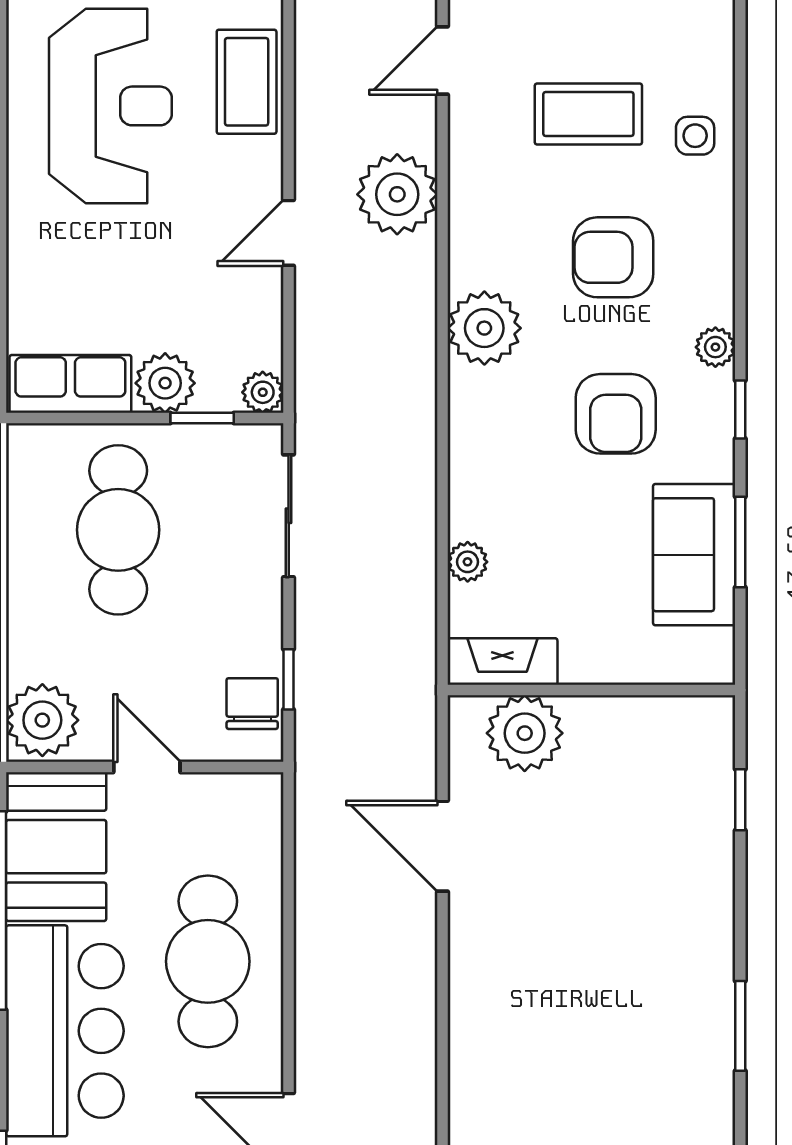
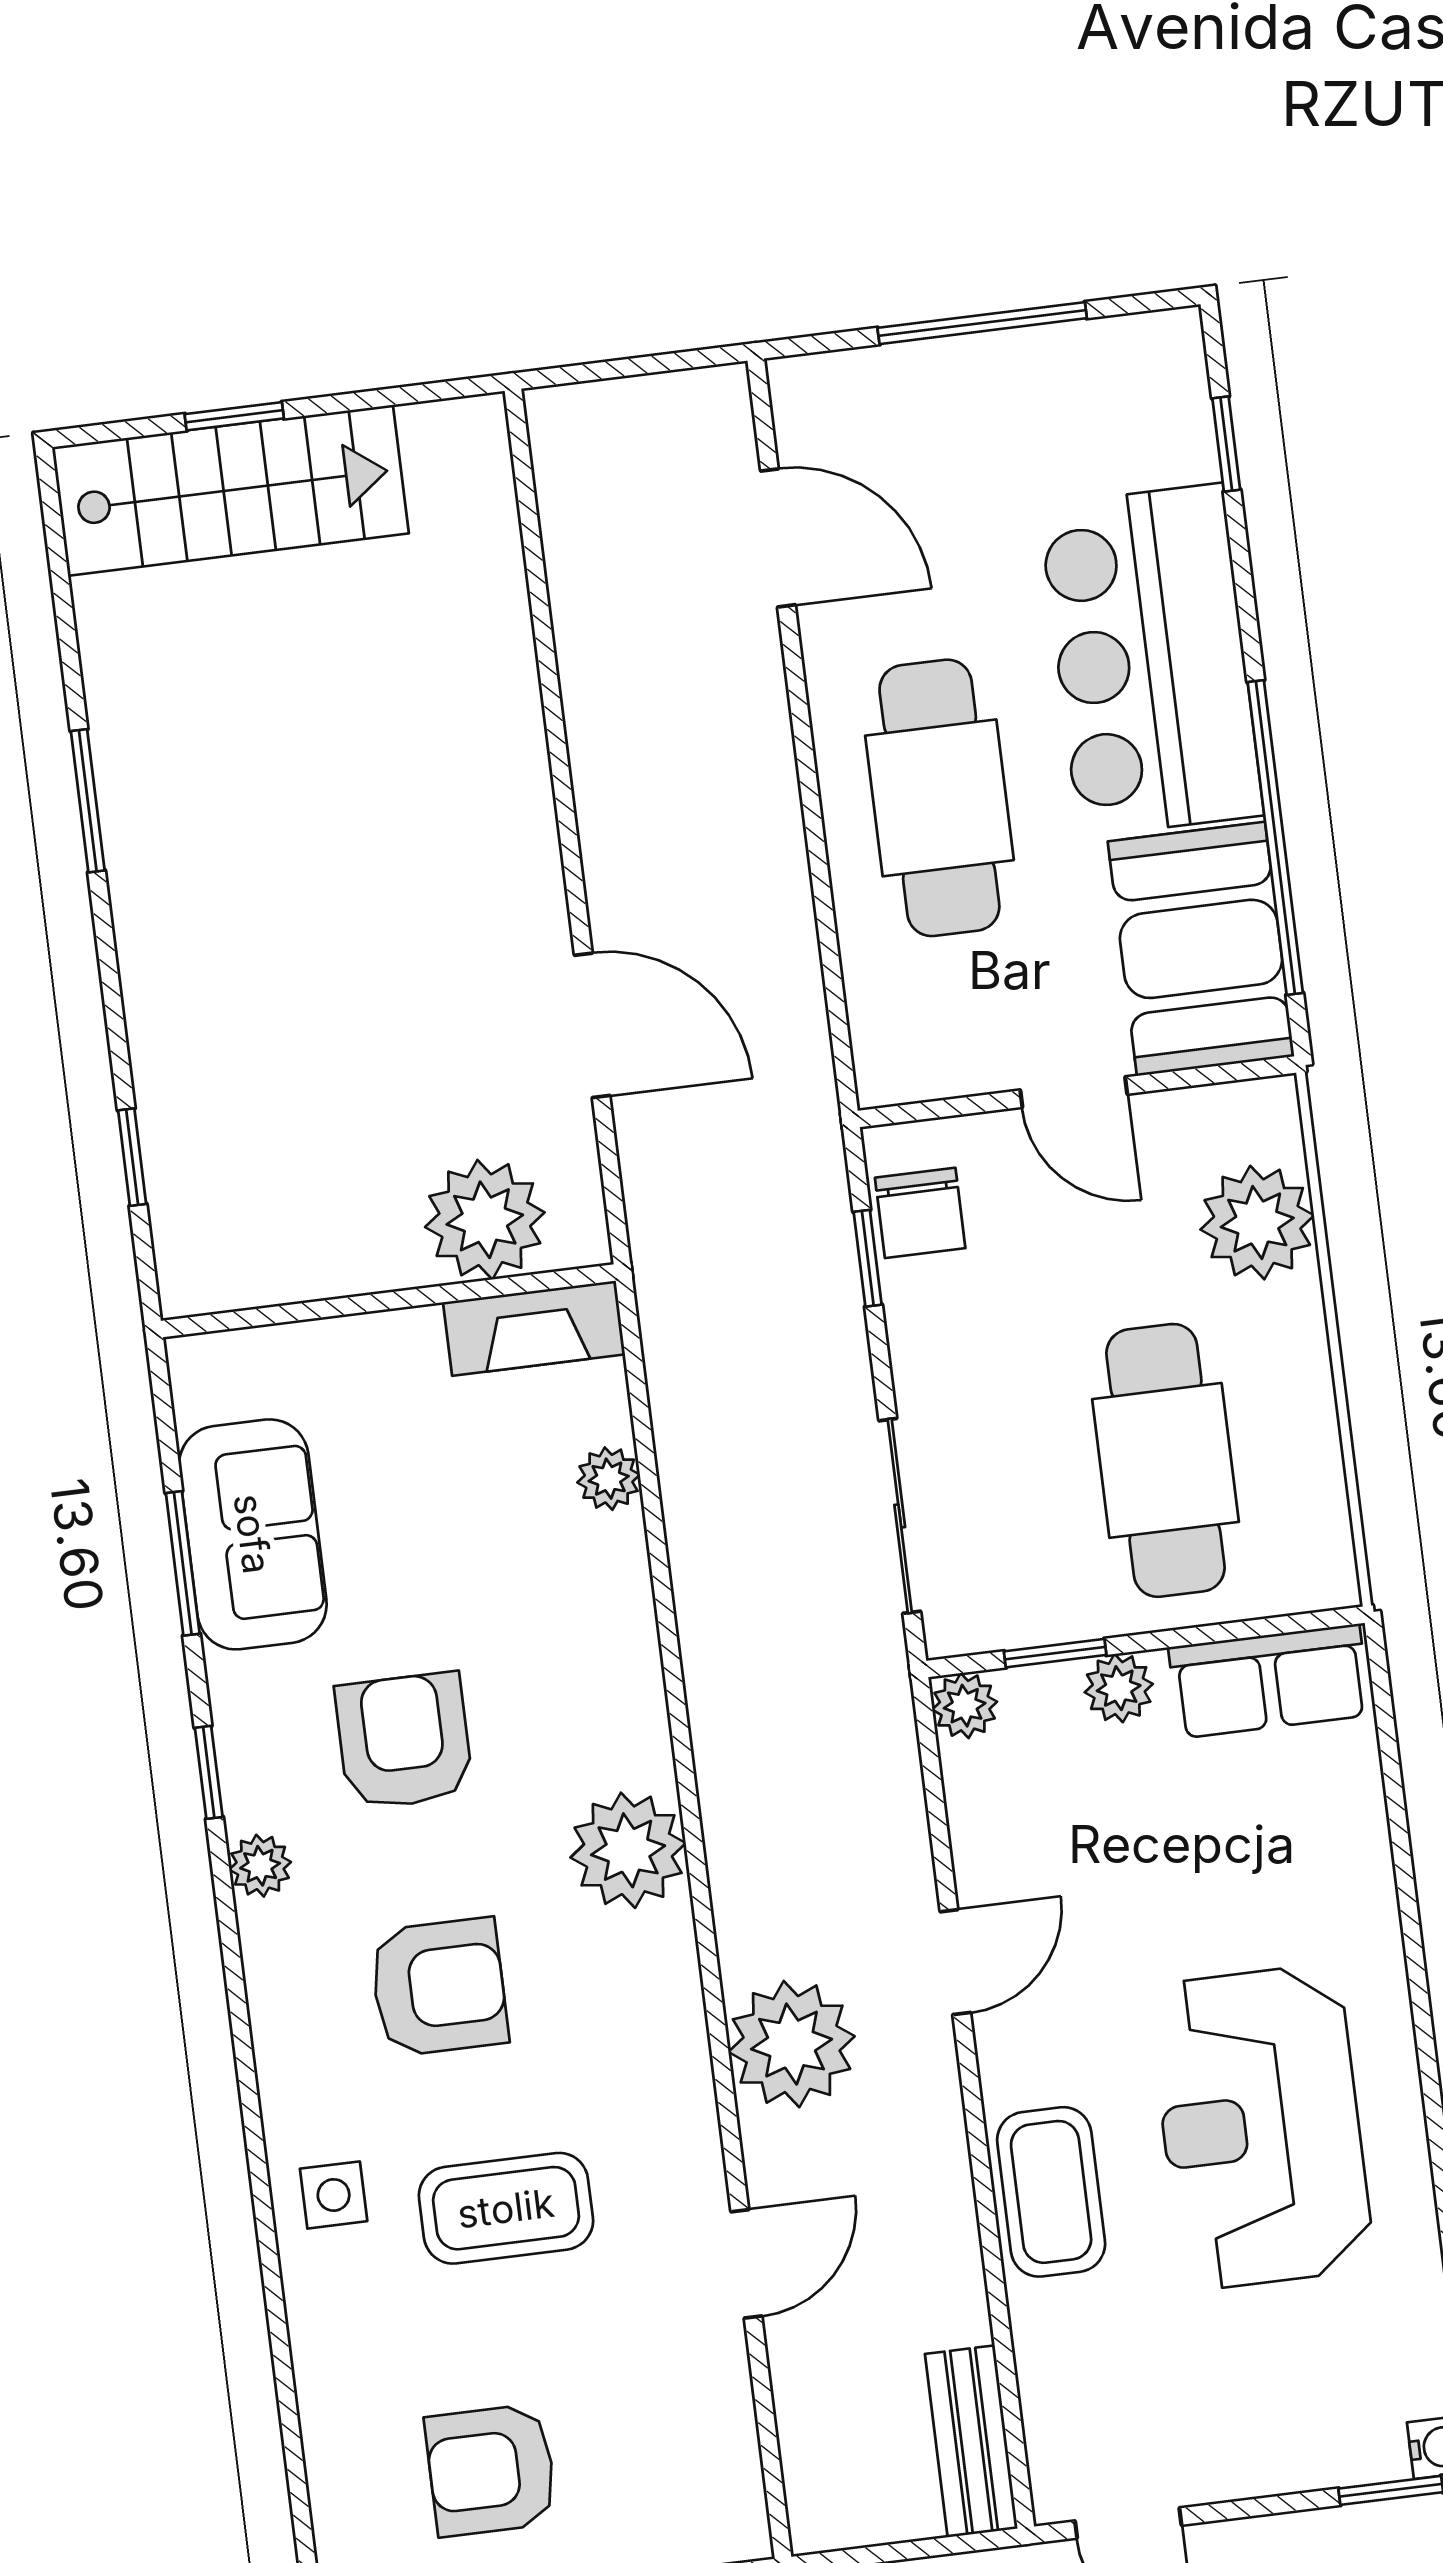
plant: (165, 383) -> (1119, 1688), width x0.73, depth x0.73
plant: (42, 720) -> (1257, 1223), moved

